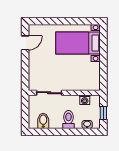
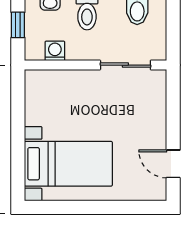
door: (25, 43) -> (173, 164), hinge flipped

